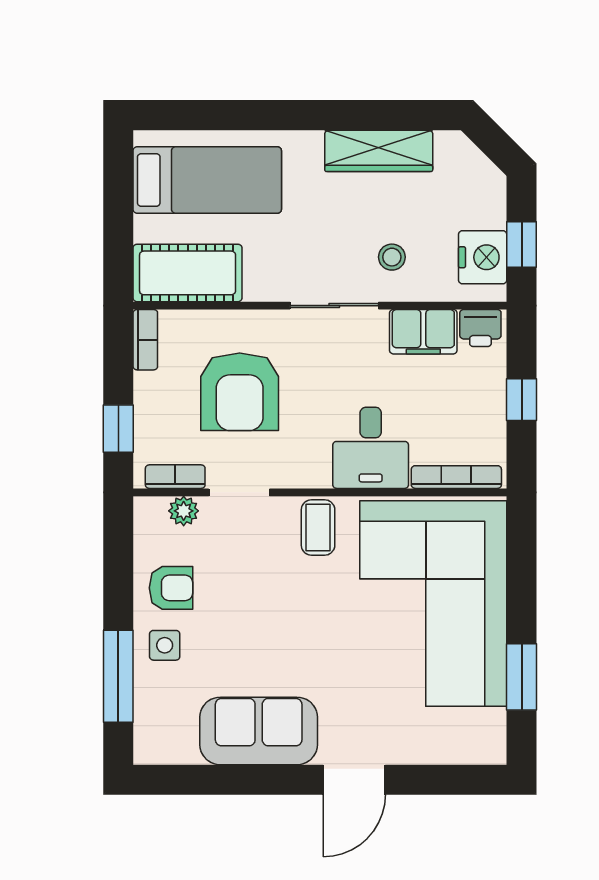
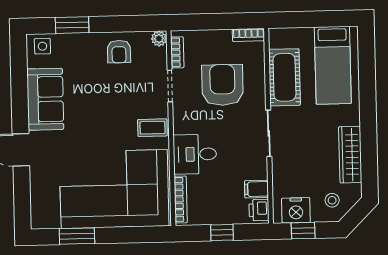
stool: (392, 257) -> (332, 200), moved
cot: (188, 273) -> (284, 77), moved
filing cabinet: (423, 332) -> (256, 189), width x0.50
armchair: (240, 392) -> (222, 85), turned 90
window: (118, 429) -> (202, 22), removed
plant: (184, 511) -> (159, 39), moved
side table: (165, 645) -> (42, 46), moved
window: (118, 676) -> (72, 25), width x0.69

